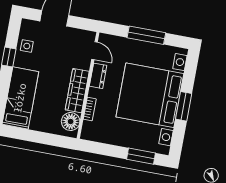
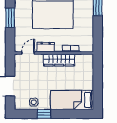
window: (146, 35) -> (10, 18), width x0.69
floor lamp: (71, 122) -> (82, 61), removed

